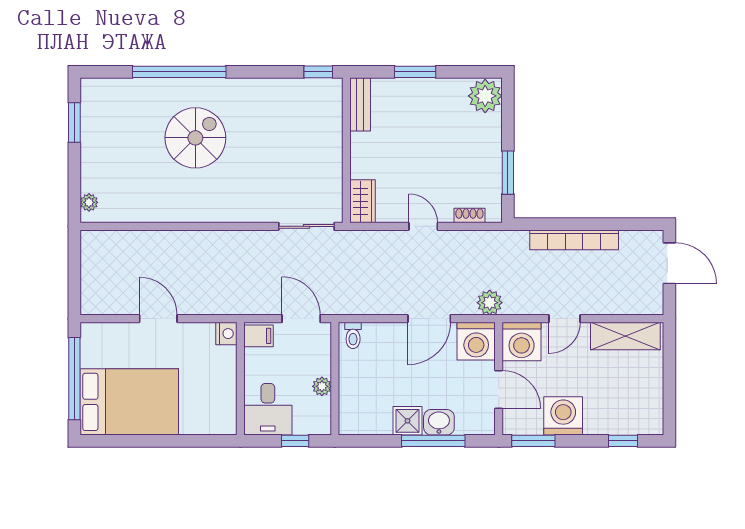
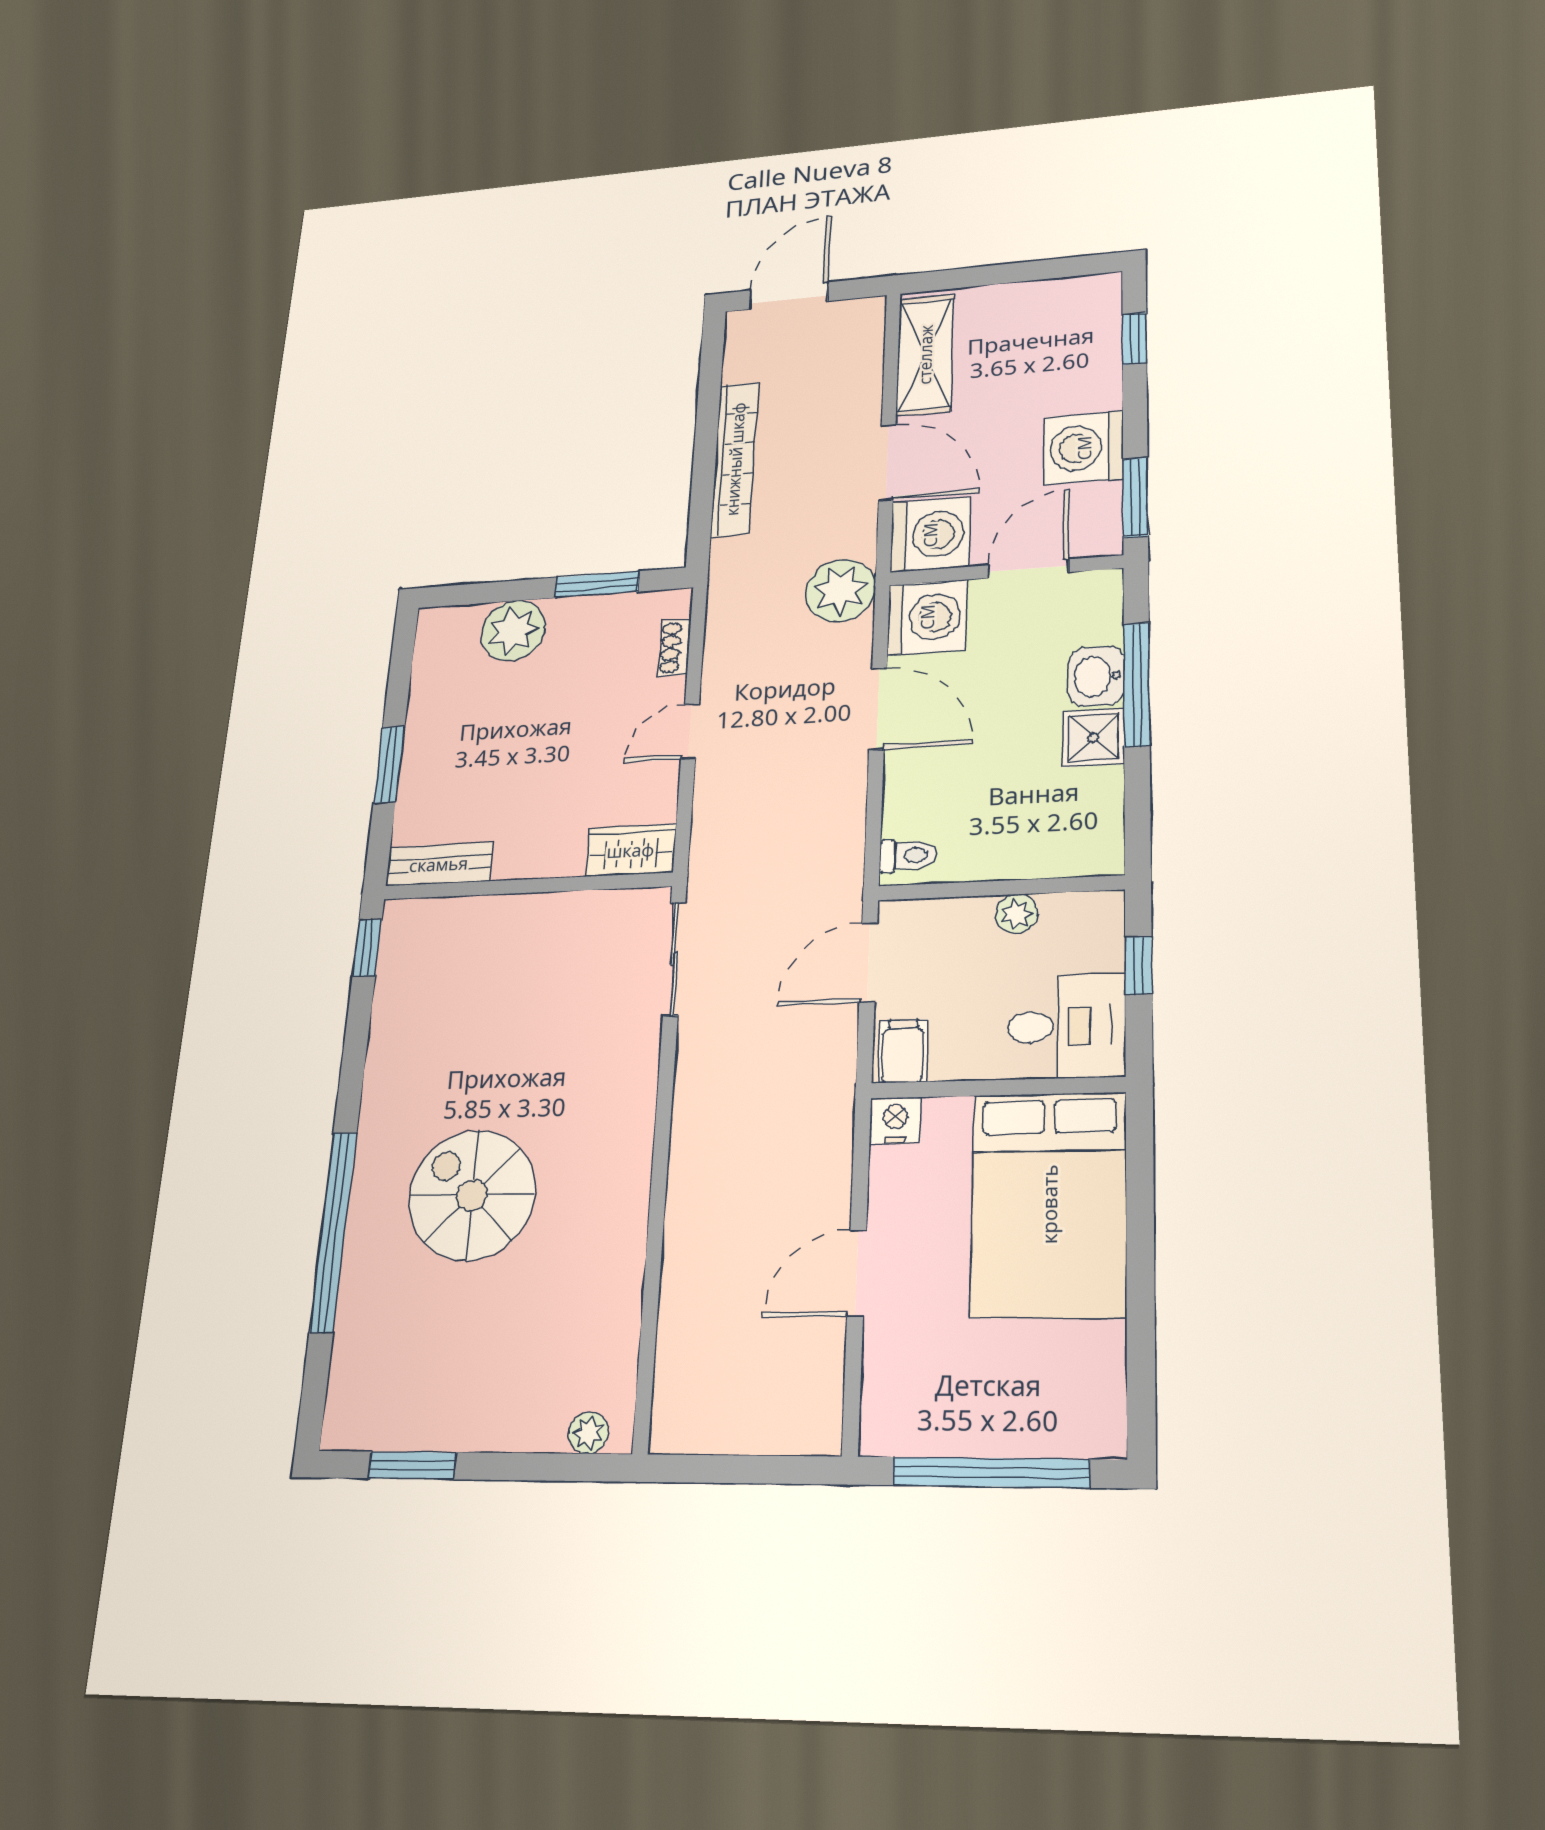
plant: (485, 96) -> (513, 631), moved
plant: (490, 303) -> (841, 591), width x1.36, depth x1.36
door: (564, 319) -> (887, 462), width x1.38
bed: (129, 402) -> (1049, 1204), moved, turned 180

